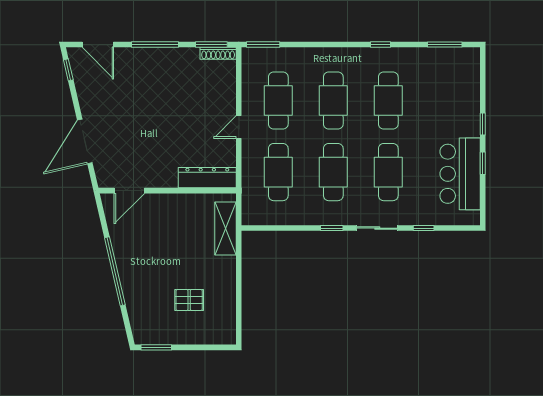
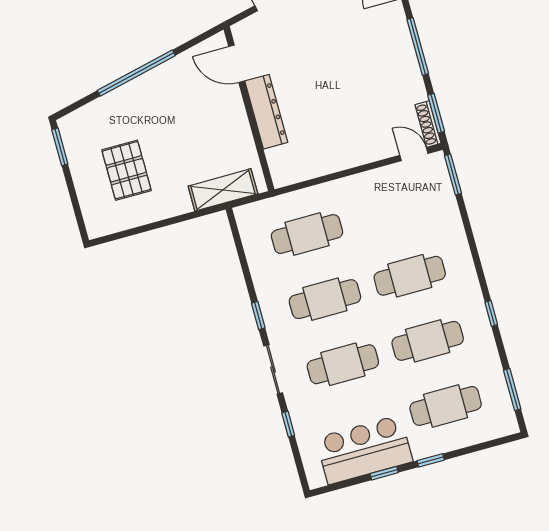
cafe table: (278, 100) -> (446, 406), moved
door: (239, 127) -> (414, 154), moved
dresser: (207, 178) -> (266, 112), moved
pallet: (189, 300) -> (127, 170), width x1.50, depth x1.42

